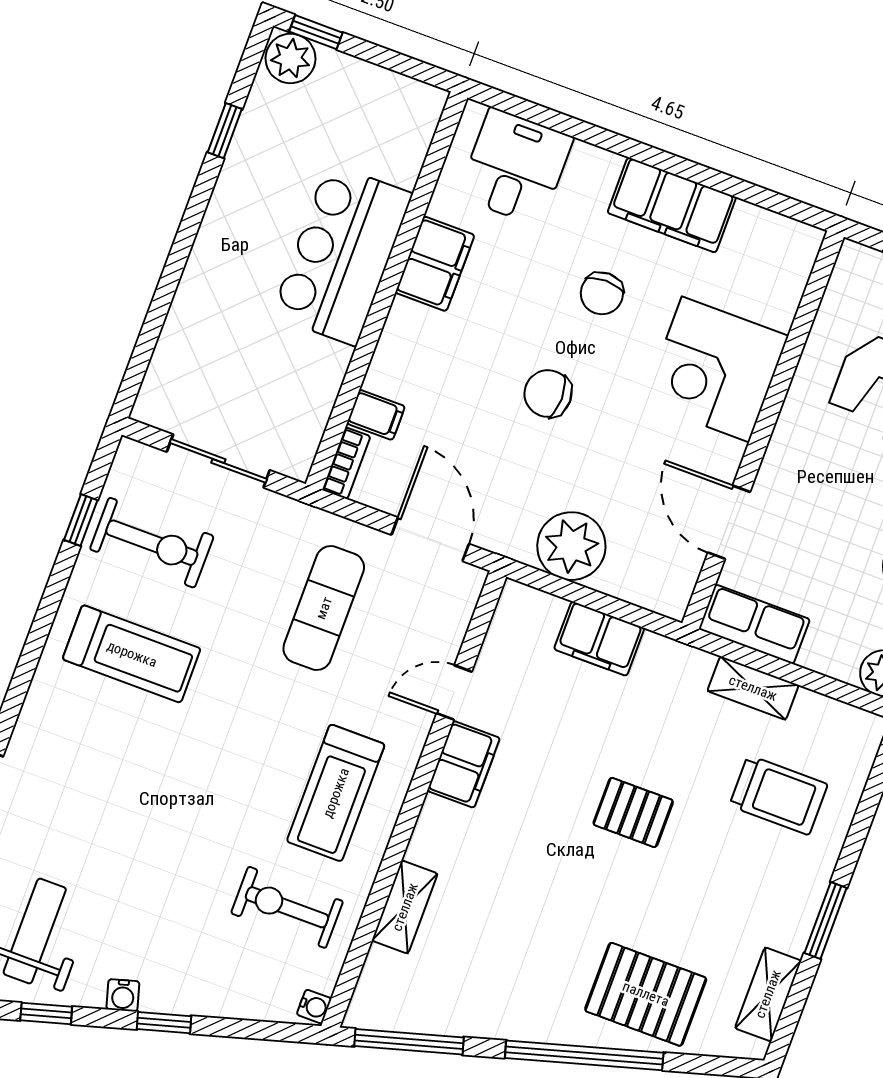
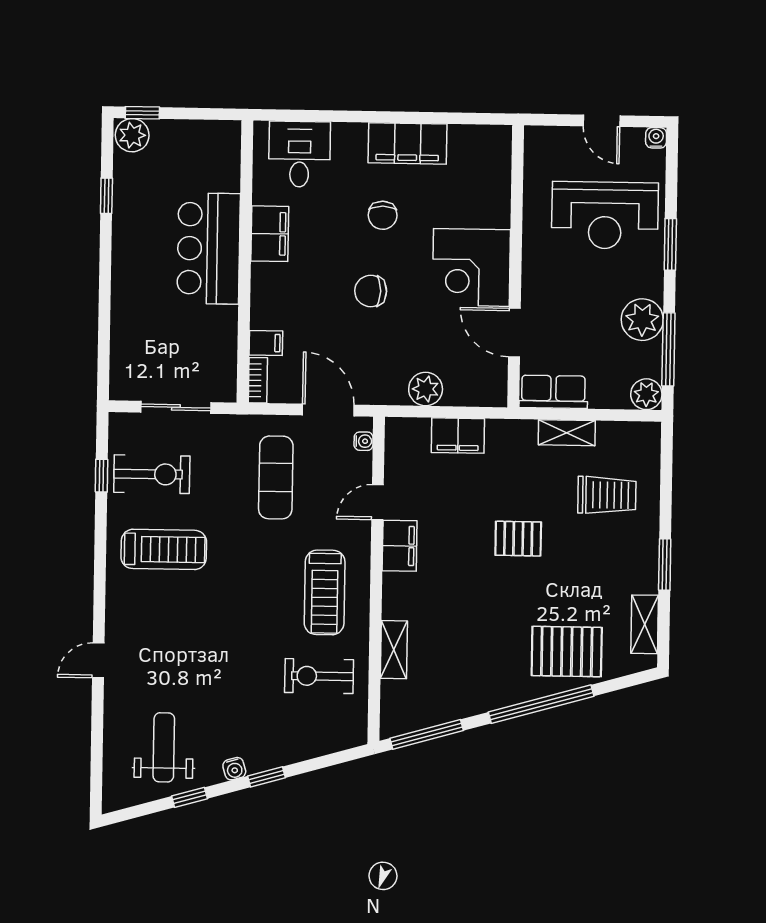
corner desk: (716, 369) -> (471, 267), moved
plant: (571, 546) -> (426, 389), width x0.73, depth x0.73
water cooler: (314, 1007) -> (364, 441), moved

